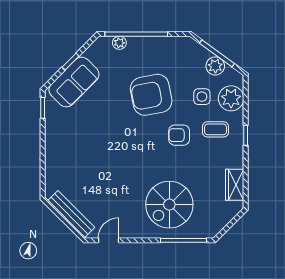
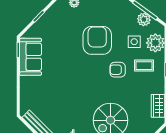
sofa: (74, 82) -> (31, 57), moved, turned -45
armchair: (151, 95) -> (97, 40), turned 101

